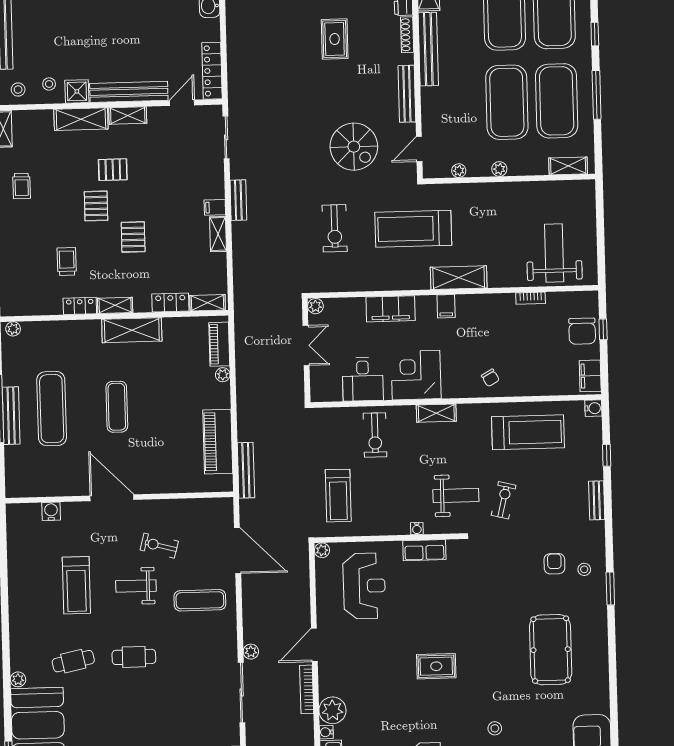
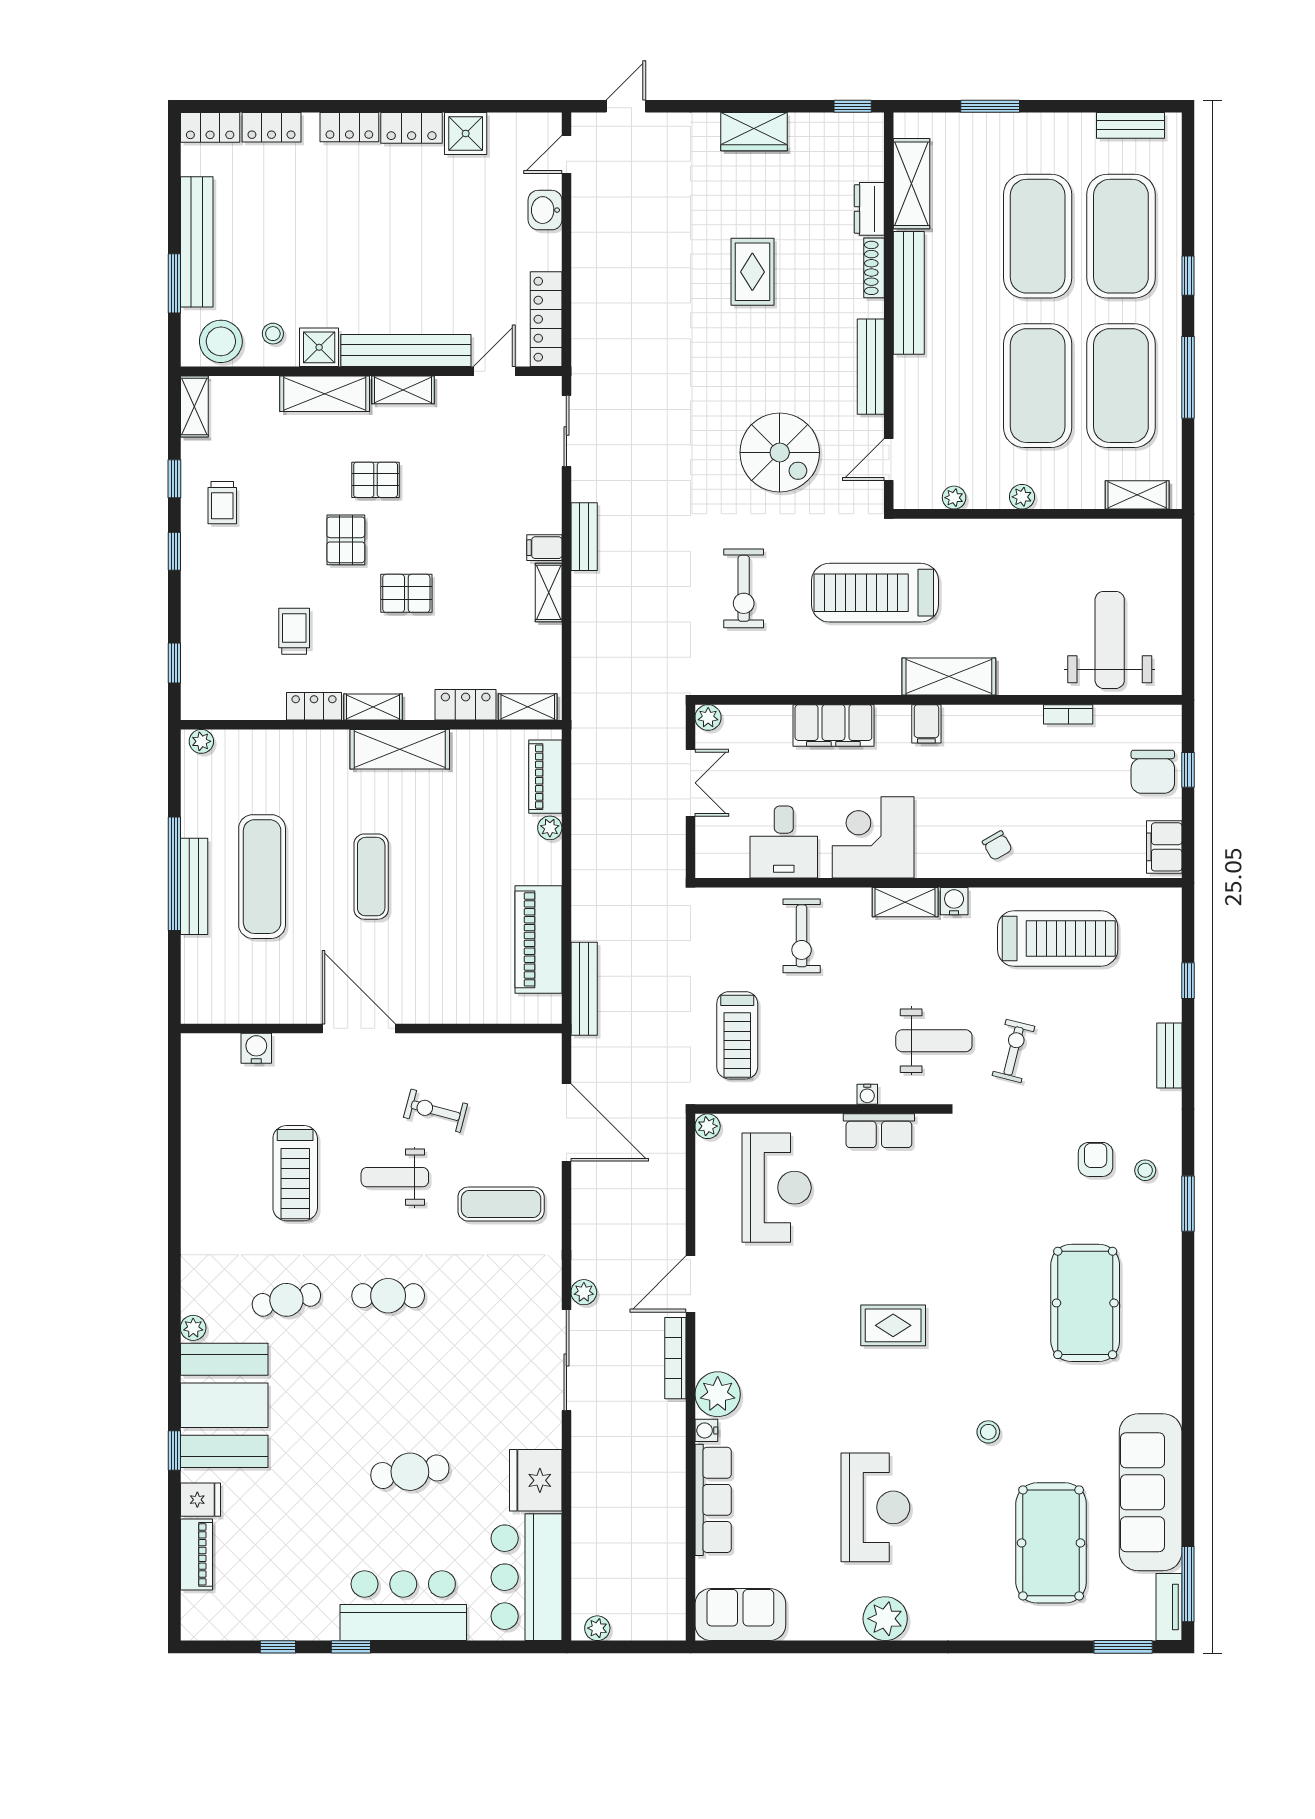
stool: (18, 90) -> (221, 341), width x1.89, depth x1.89
pallet: (133, 237) -> (406, 593), turned 90
water cooler: (593, 408) -> (954, 901), moved, turned -90

